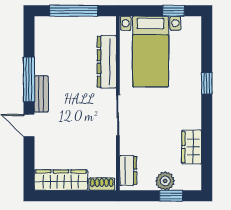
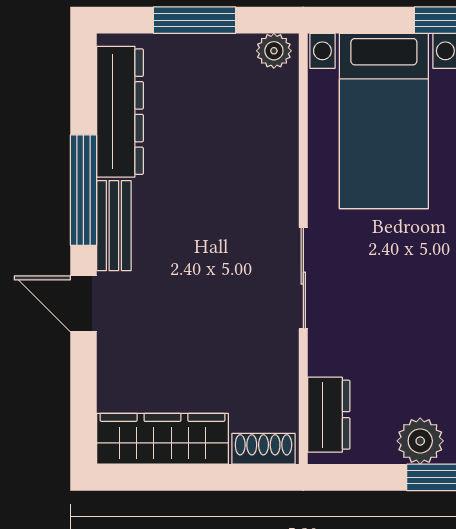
window: (74, 11) -> (194, 20), width x0.69
plant: (106, 23) -> (274, 51), added
dresser: (107, 62) -> (120, 112), moved, turned 180

